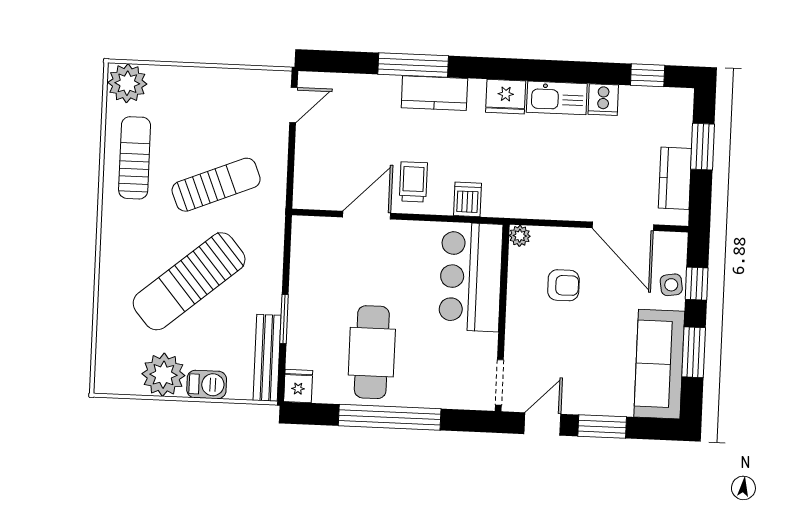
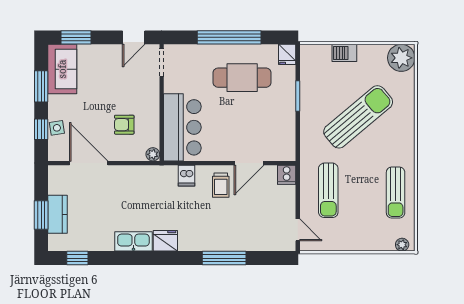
plant: (127, 83) -> (402, 245), width x0.53, depth x0.53
kitchen counter: (434, 93) -> (210, 241), removed
cooker: (603, 100) -> (287, 175), moved, turned 180
door: (293, 105) -> (298, 230), swing flipped
kitchen counter: (675, 178) -> (57, 214), moved
sun lounger: (216, 185) -> (328, 190), moved, turned -68
cafe table: (372, 352) -> (242, 78), turned 90
bench: (267, 358) -> (307, 71), removed
sofa: (659, 364) -> (62, 69), width x0.73
plant: (163, 375) -> (401, 58), moved
window: (602, 427) -> (76, 37), moved

